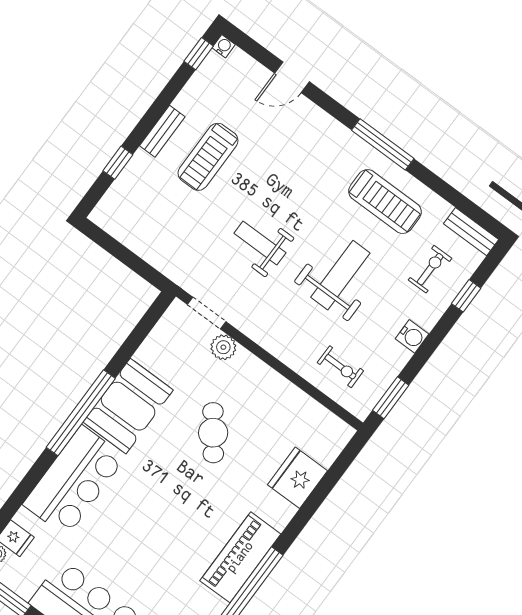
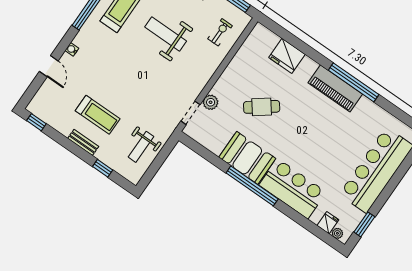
water cooler: (224, 46) -> (72, 49), moved
weight bench: (260, 243) -> (141, 147), moved

